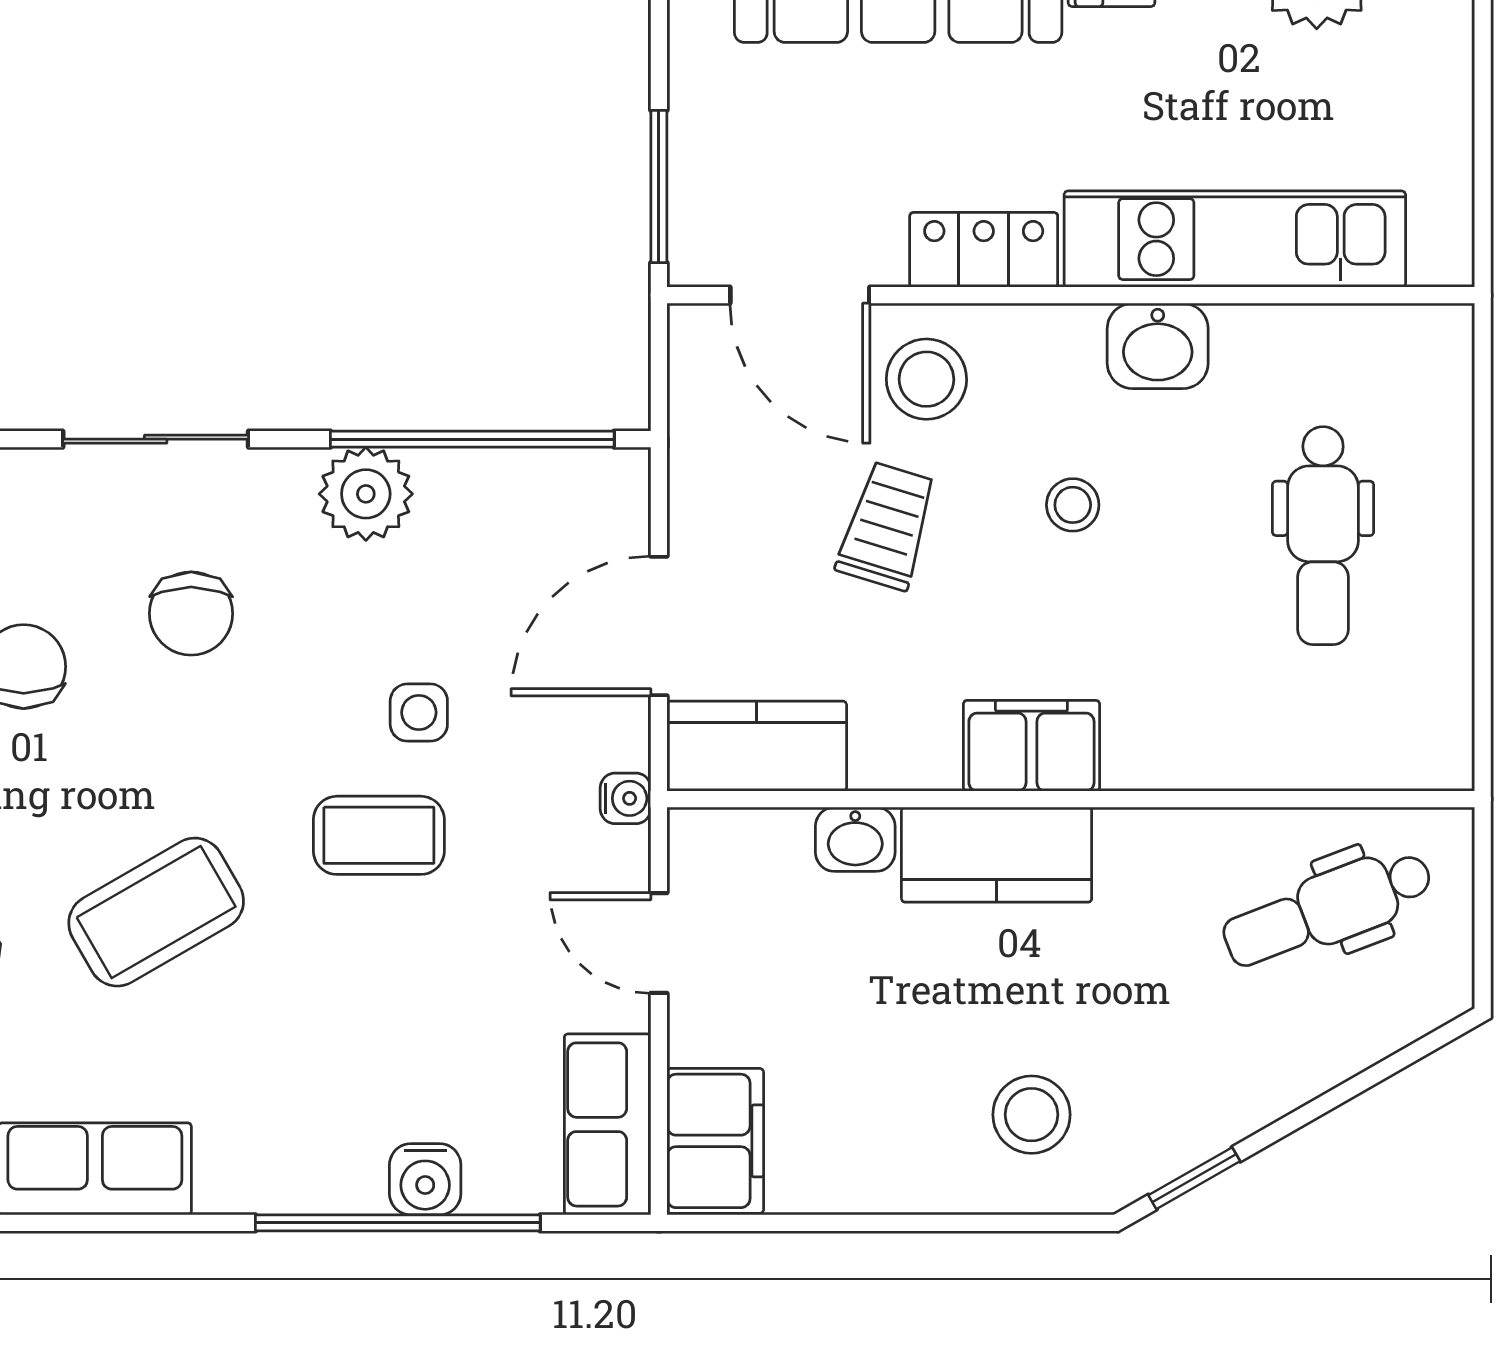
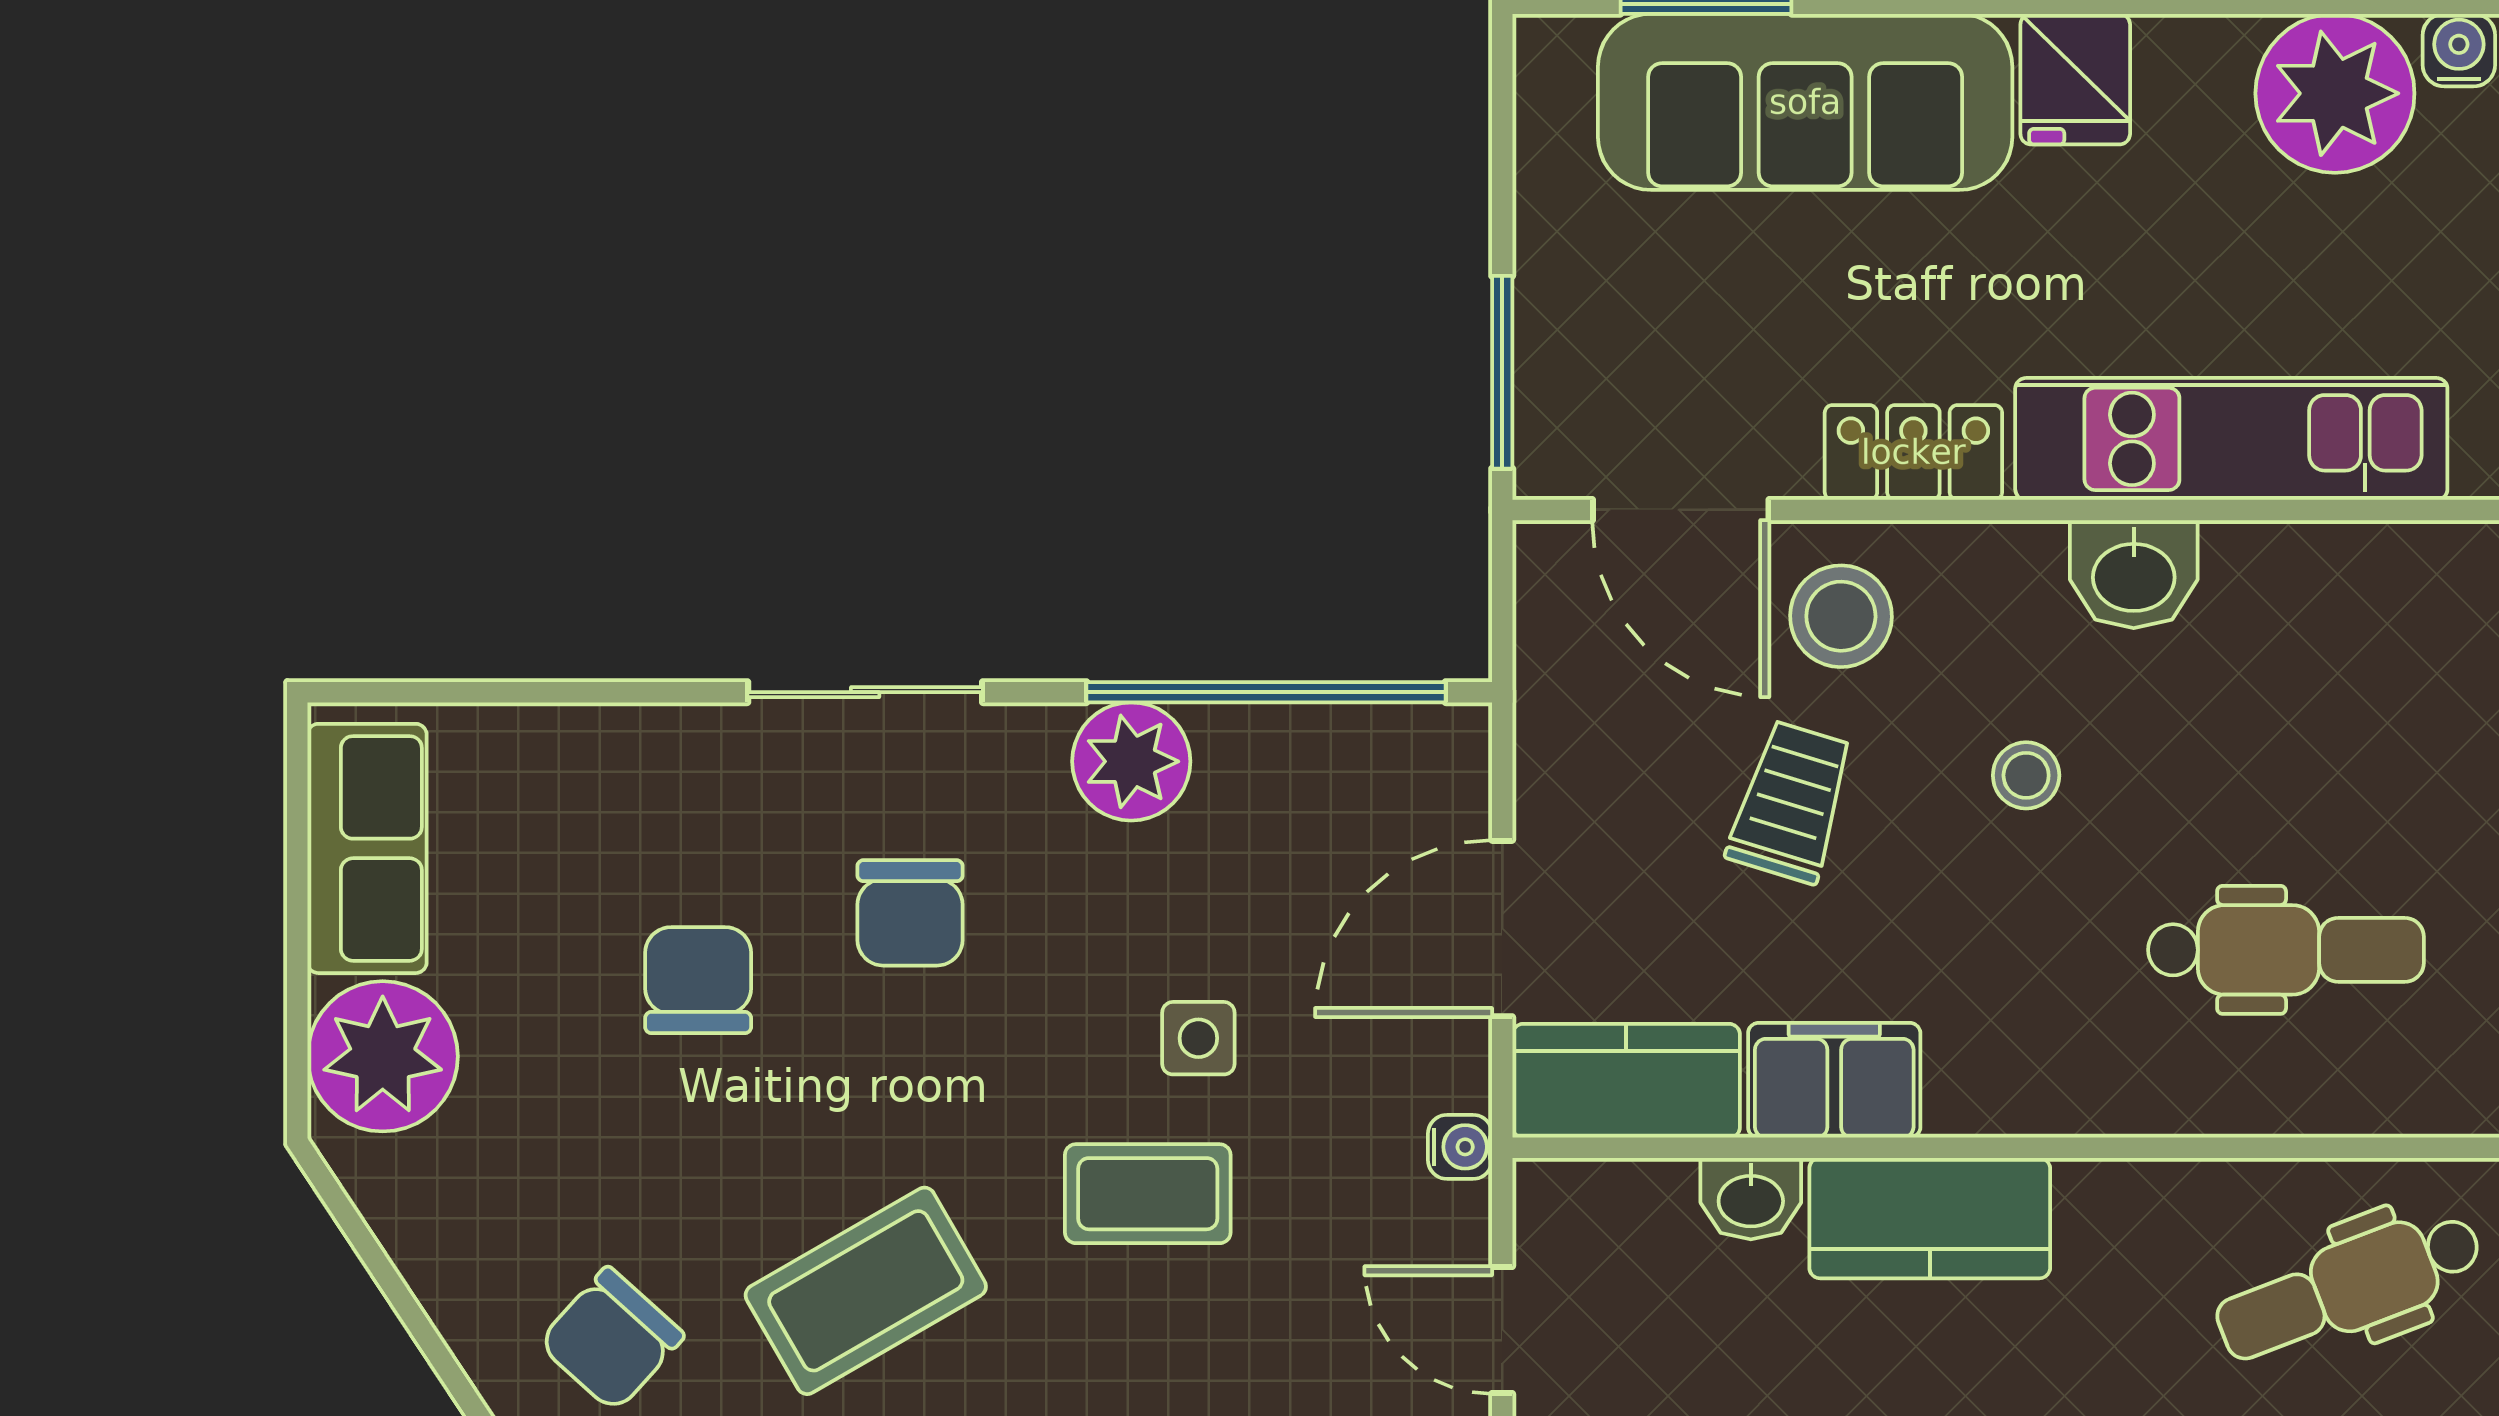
dental chair: (1323, 536) -> (2286, 950), moved, turned -90
filing cabinet: (1031, 746) -> (1834, 1080), moved

